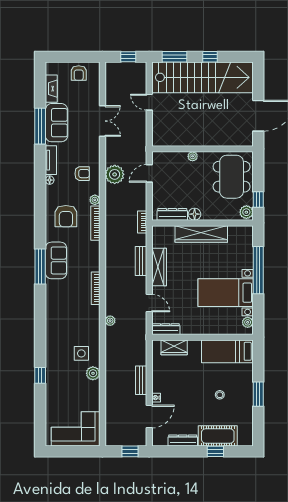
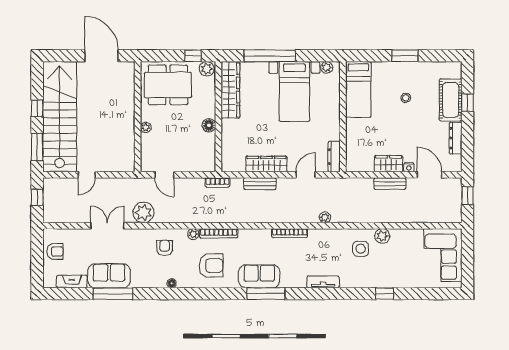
tv unit: (51, 160) -> (323, 282), moved
plant: (115, 174) -> (143, 212), moved
dresser: (172, 214) -> (209, 150), removed
wardrobe: (201, 234) -> (230, 90), moved
wardrobe: (174, 347) -> (389, 164), moved, turned -90

